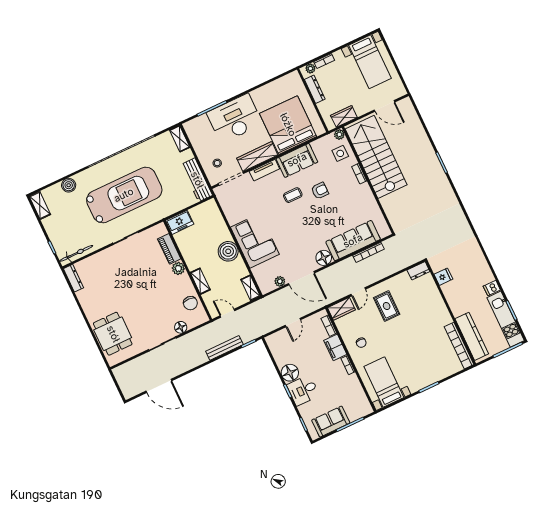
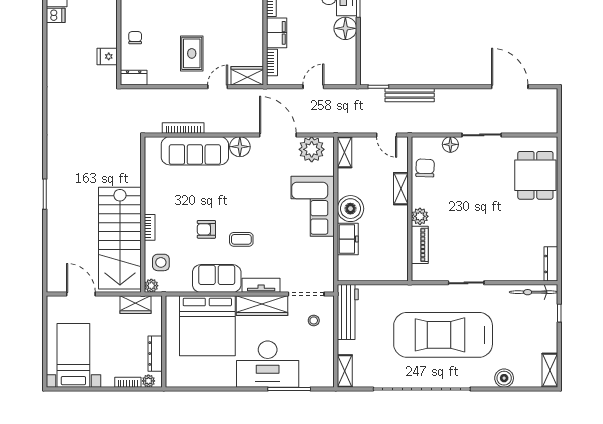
freezer: (180, 222) -> (348, 239), moved, turned 90
plant: (280, 281) -> (312, 149), width x1.88, depth x1.88
chair: (361, 343) -> (135, 38), moved

